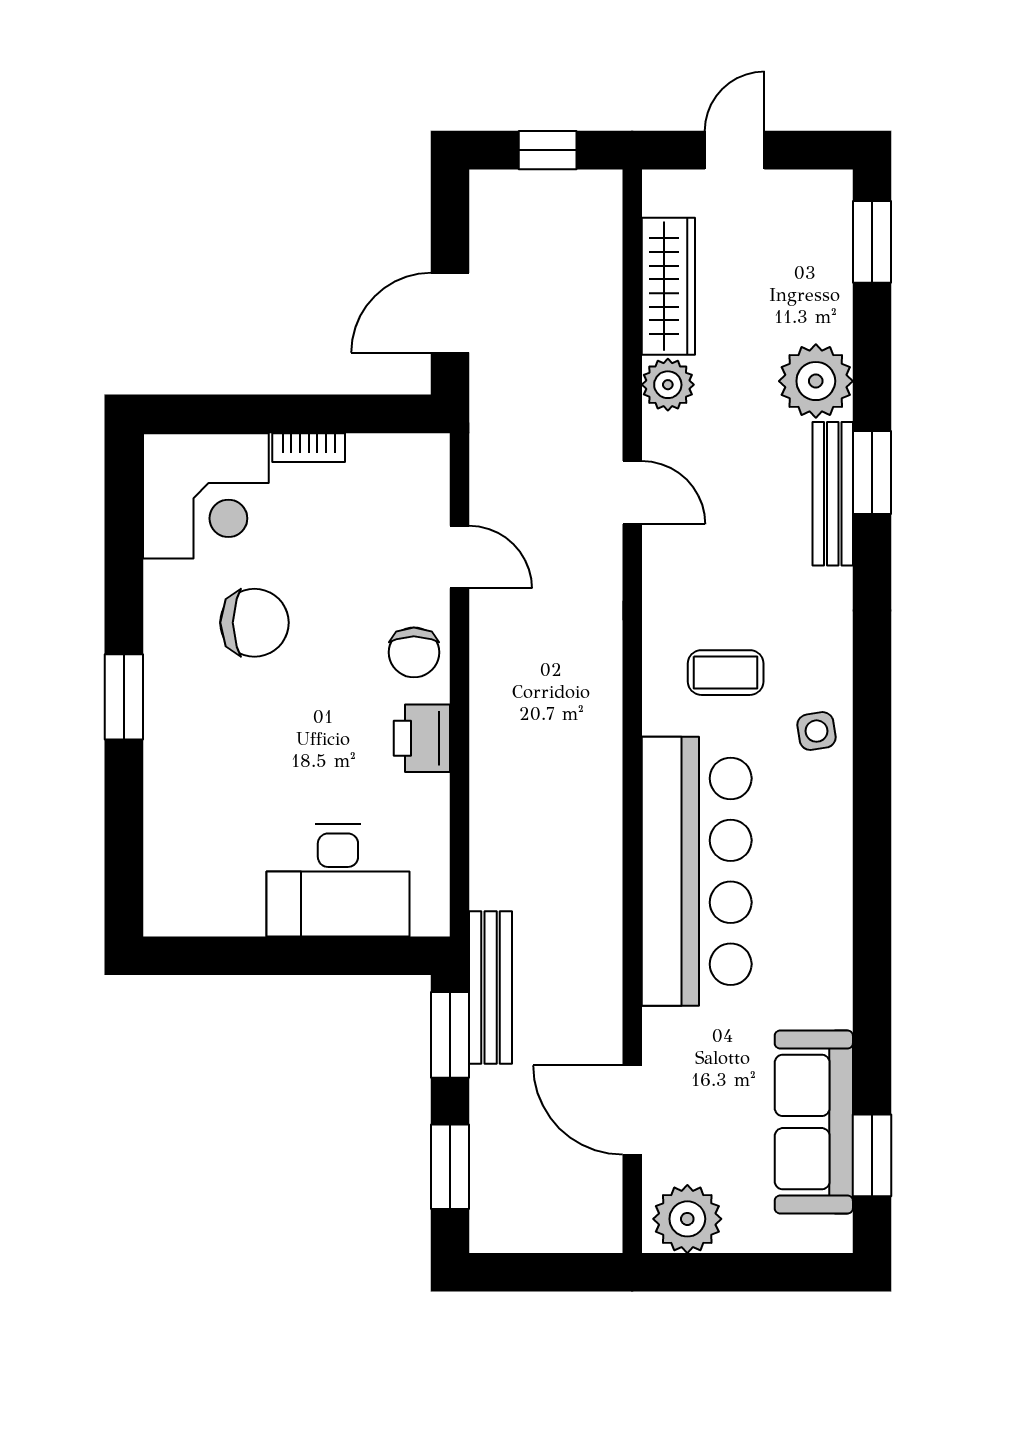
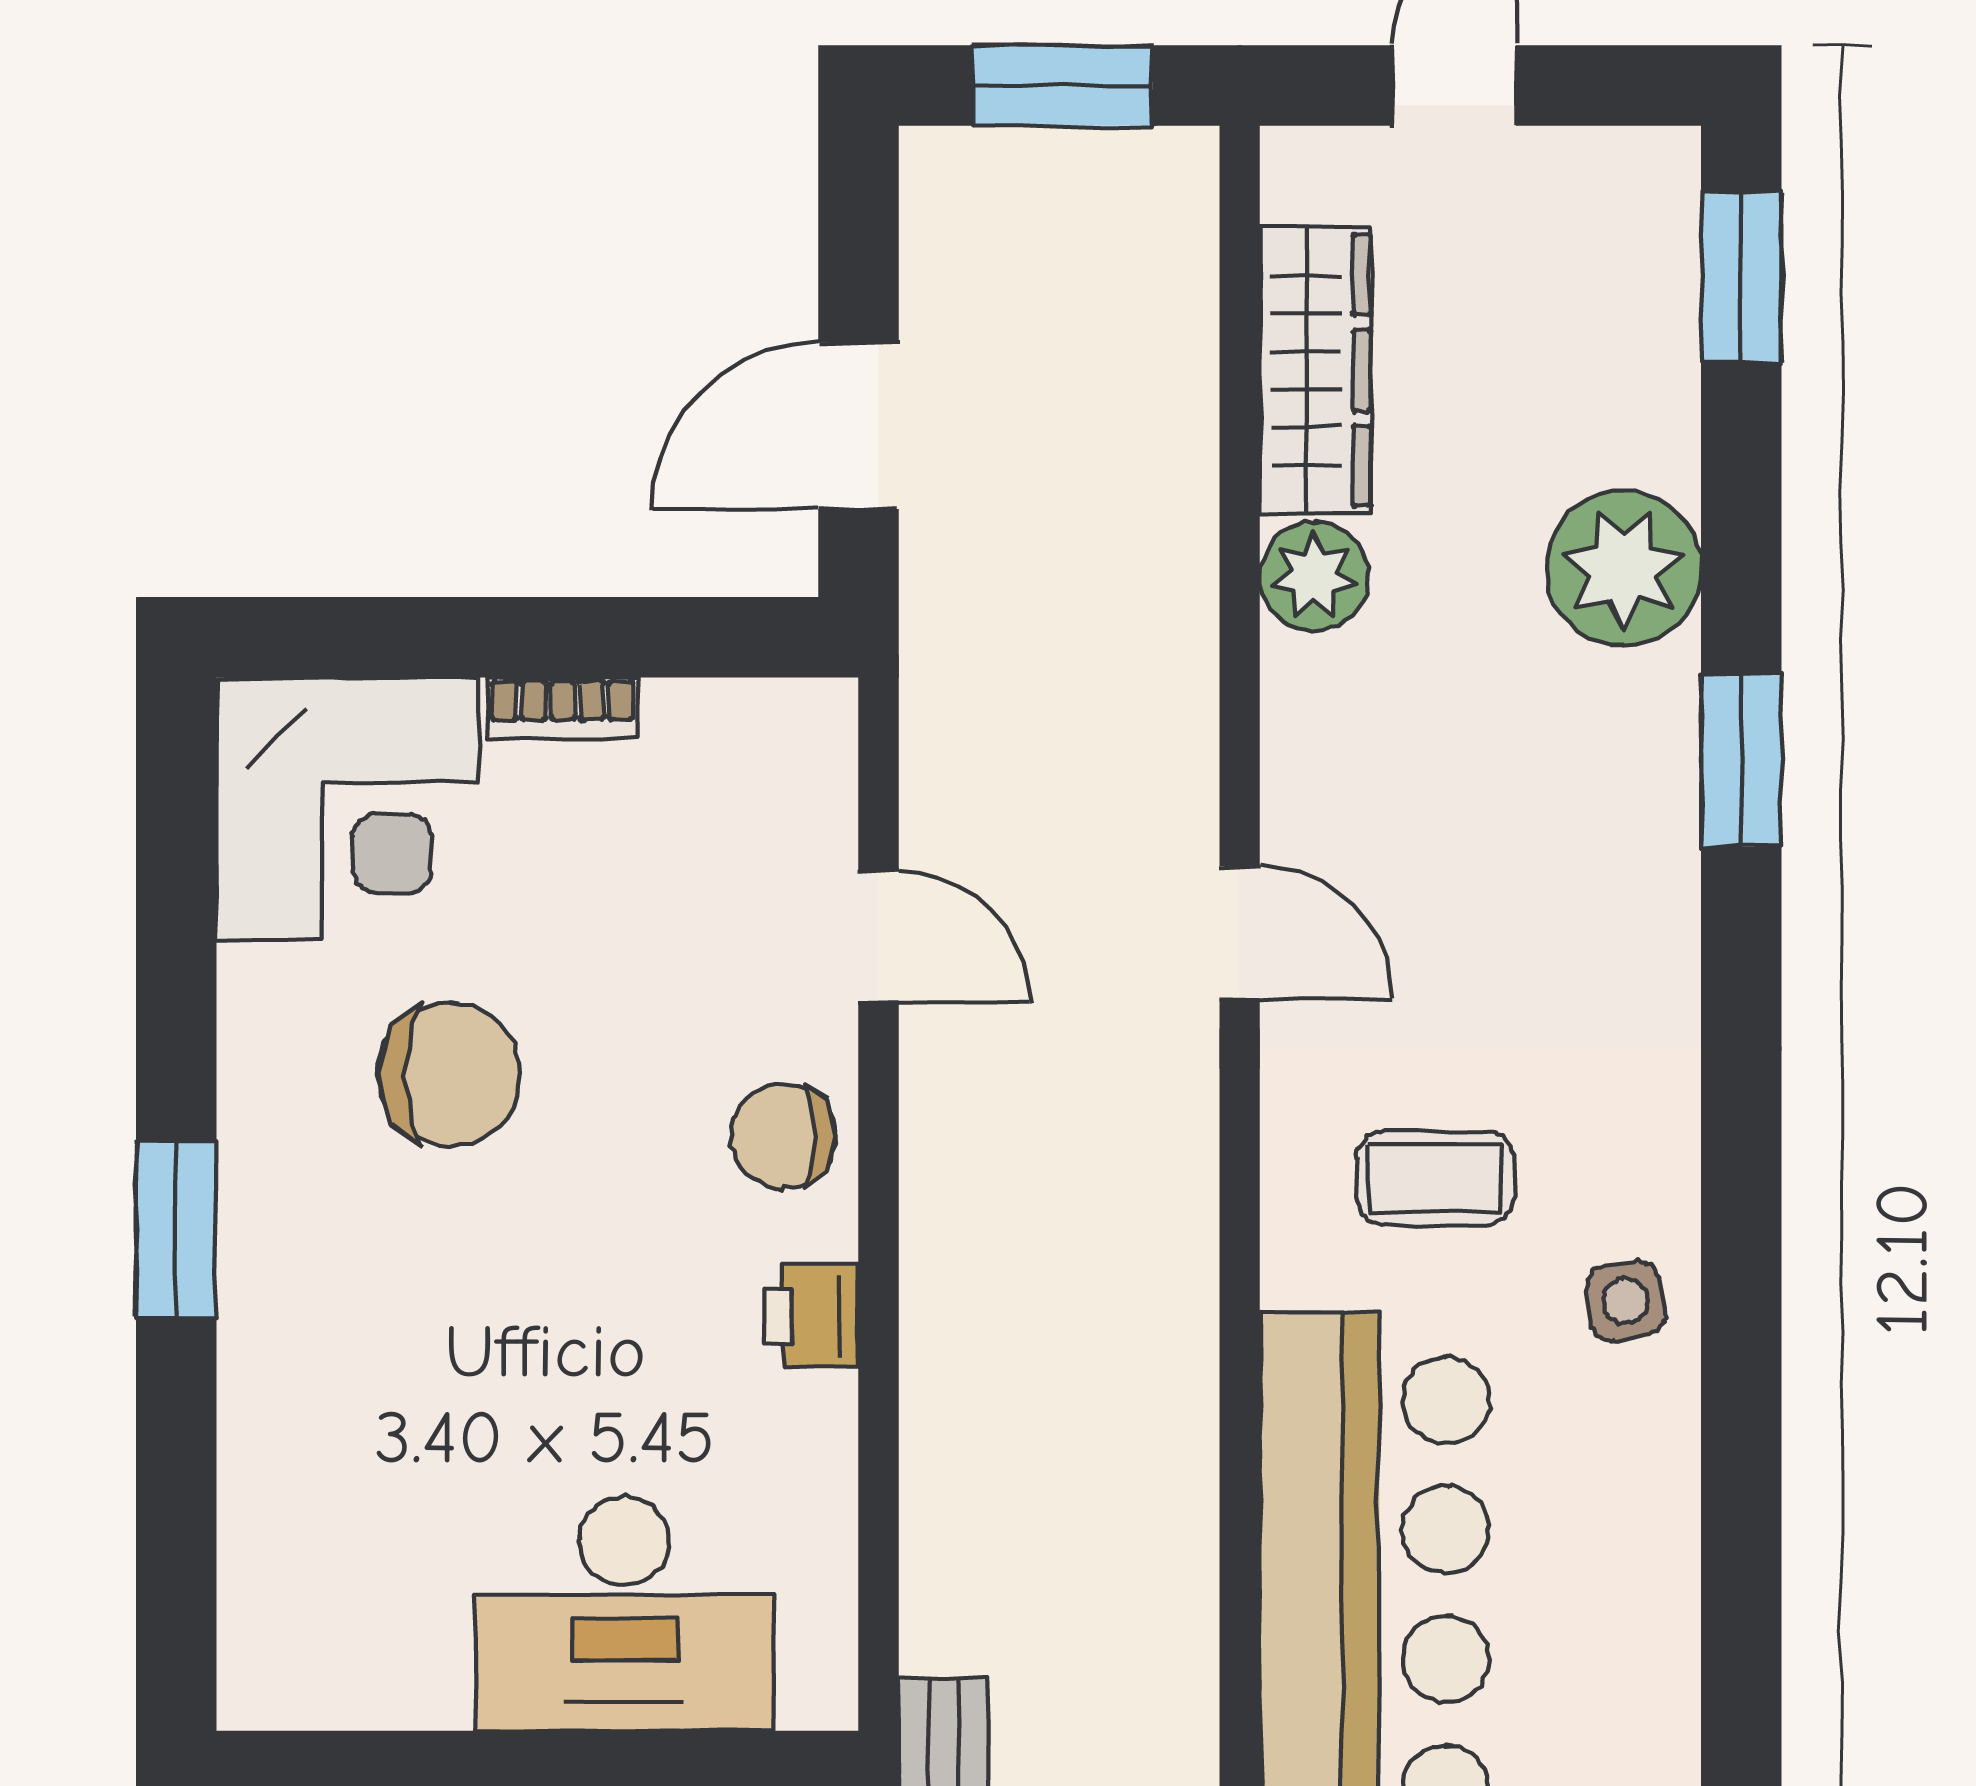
window: (548, 150) -> (1063, 86), width x1.50
door: (632, 493) -> (1240, 932), moved
bench: (833, 494) -> (1659, 804), removed
chair: (414, 652) -> (783, 1136), turned 90
printer: (422, 738) -> (811, 1316), width x0.73, depth x0.81

